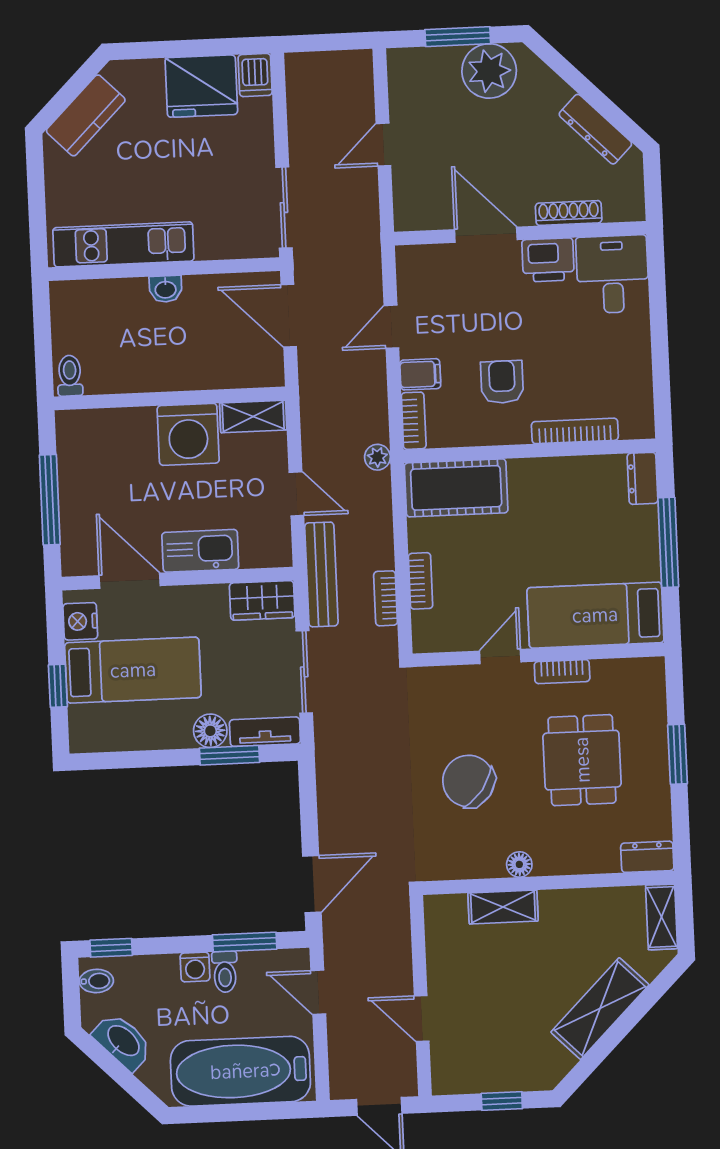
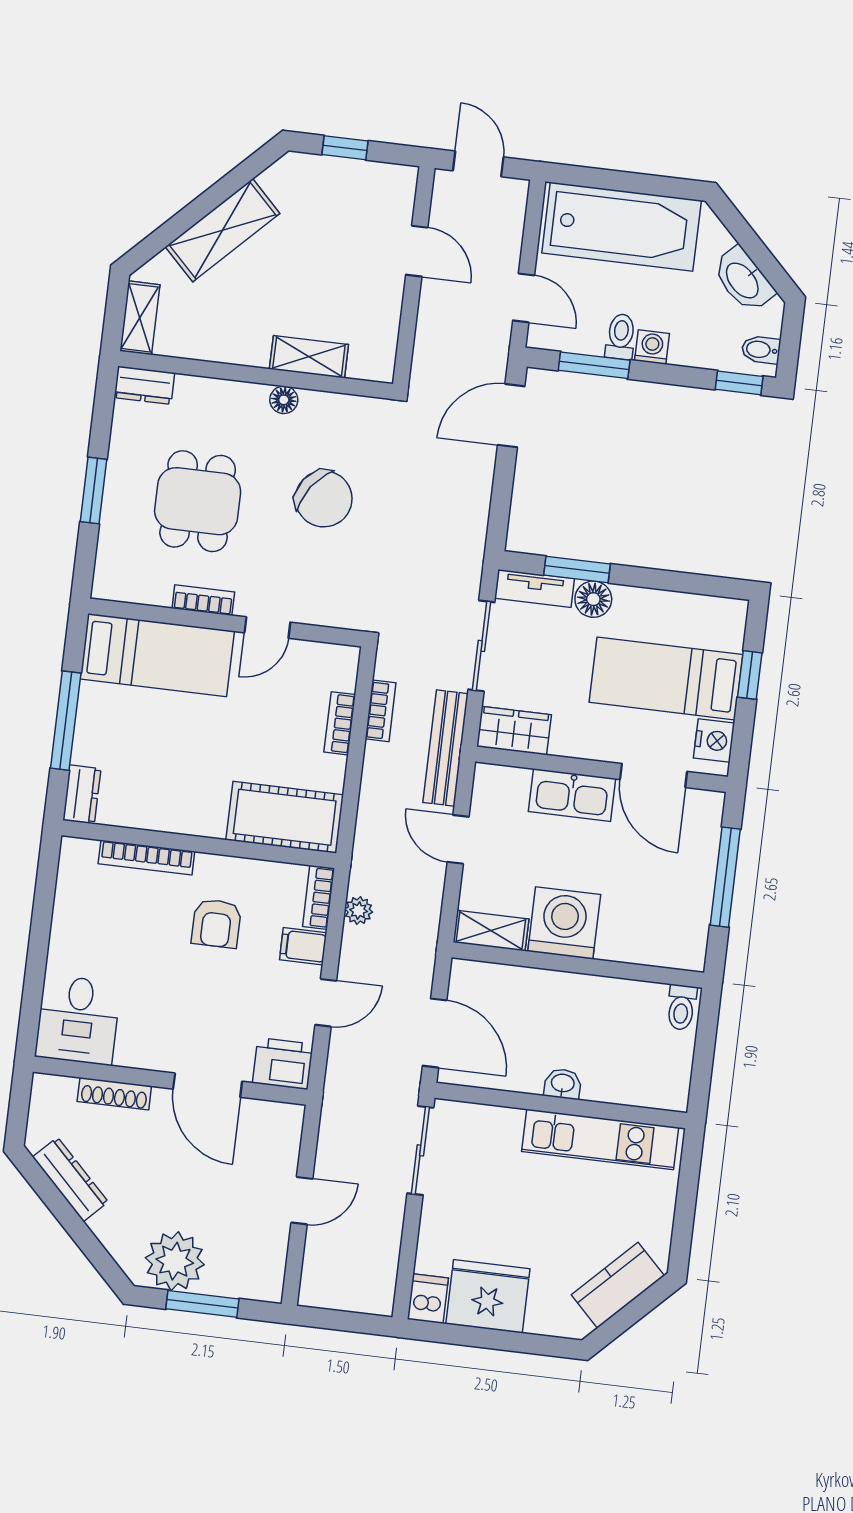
printer: (548, 260) -> (283, 1064), moved
plant: (377, 457) -> (359, 911), moved

